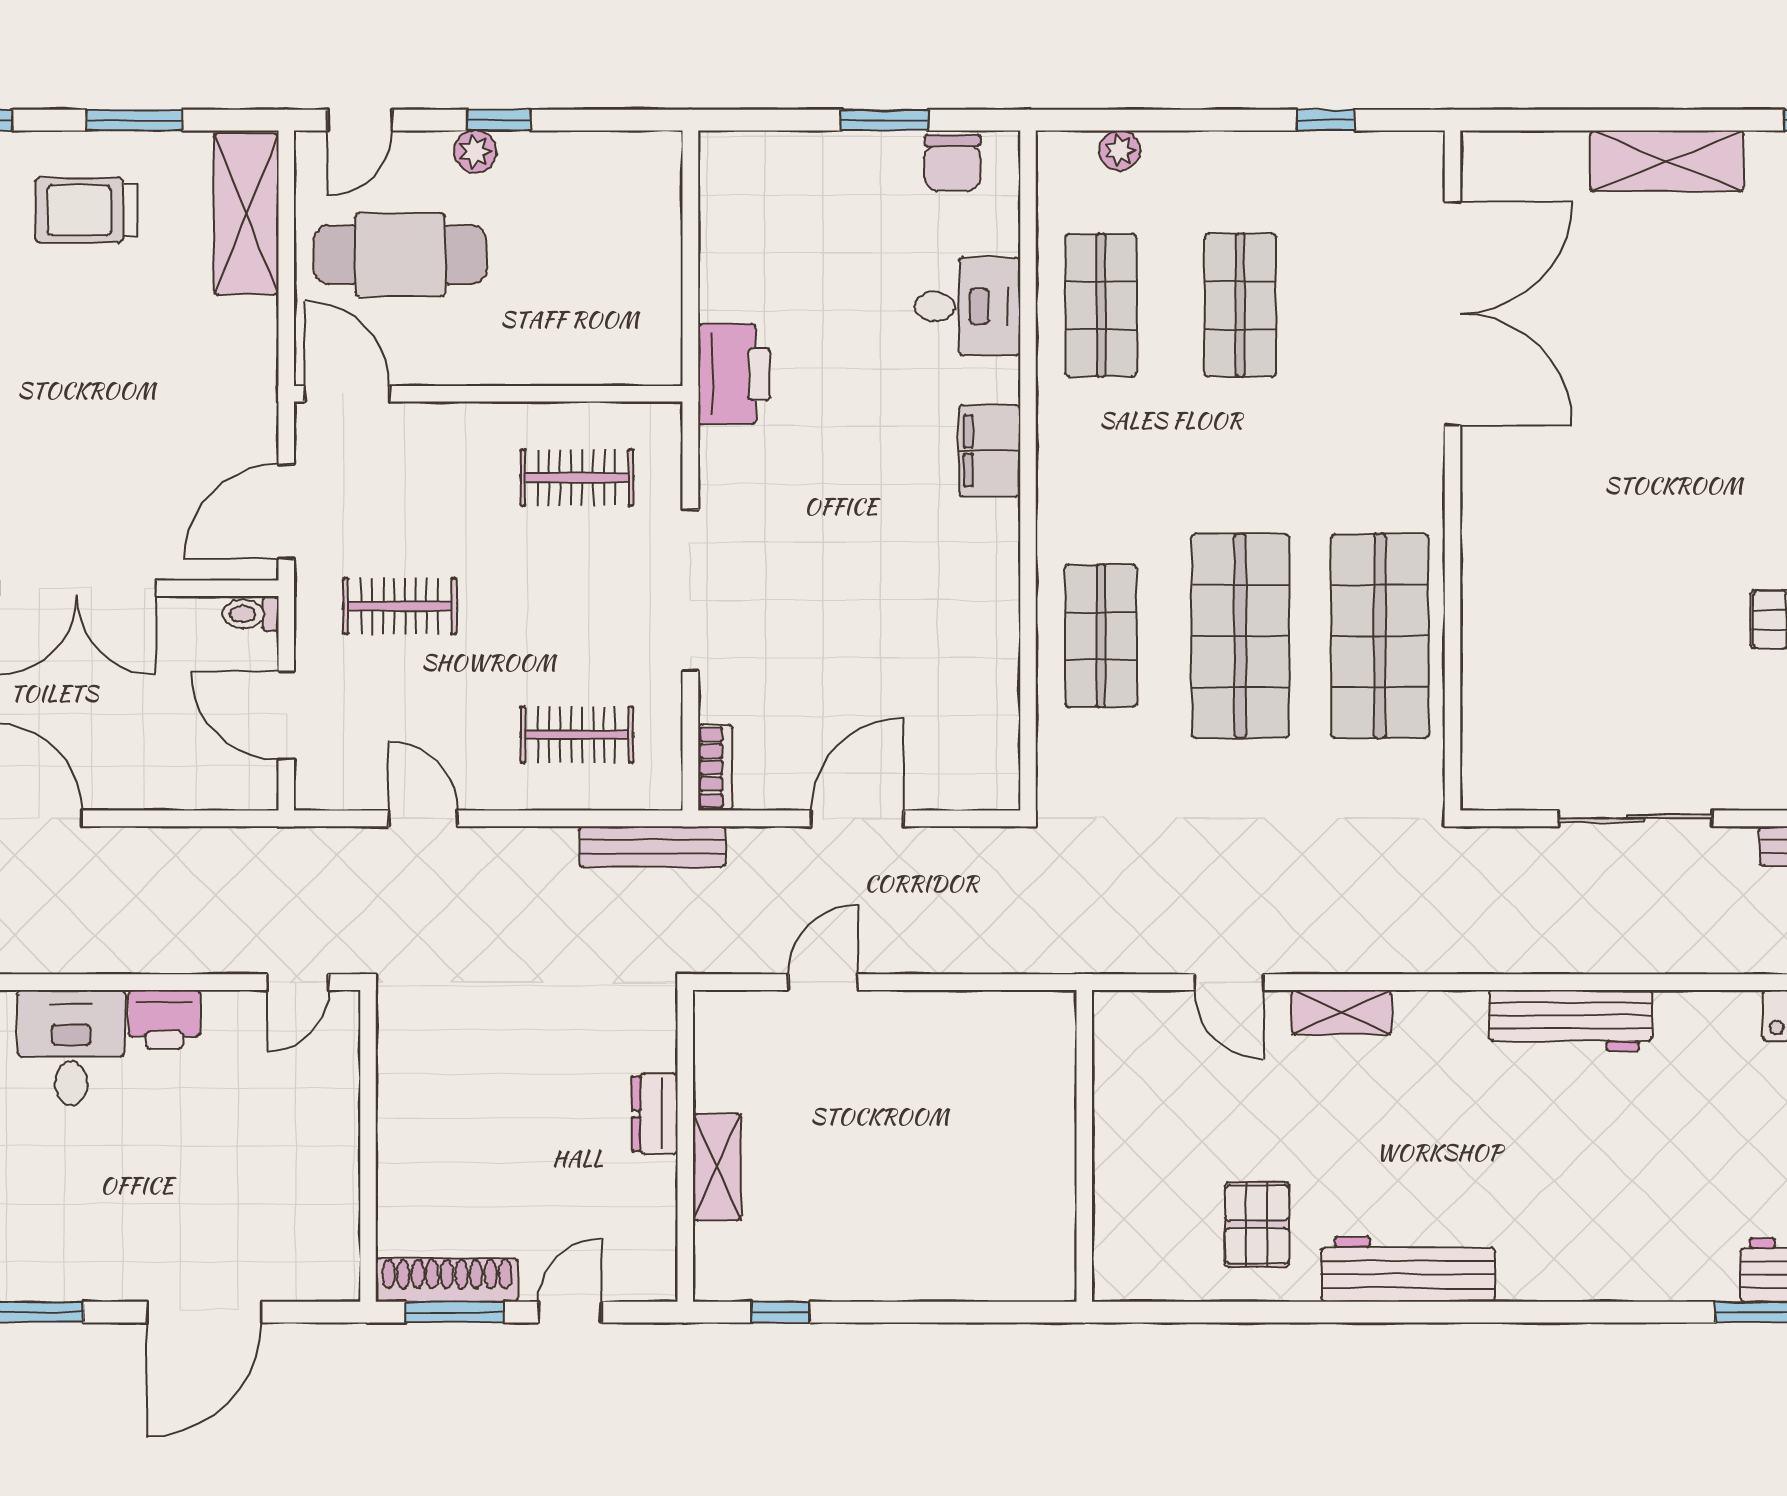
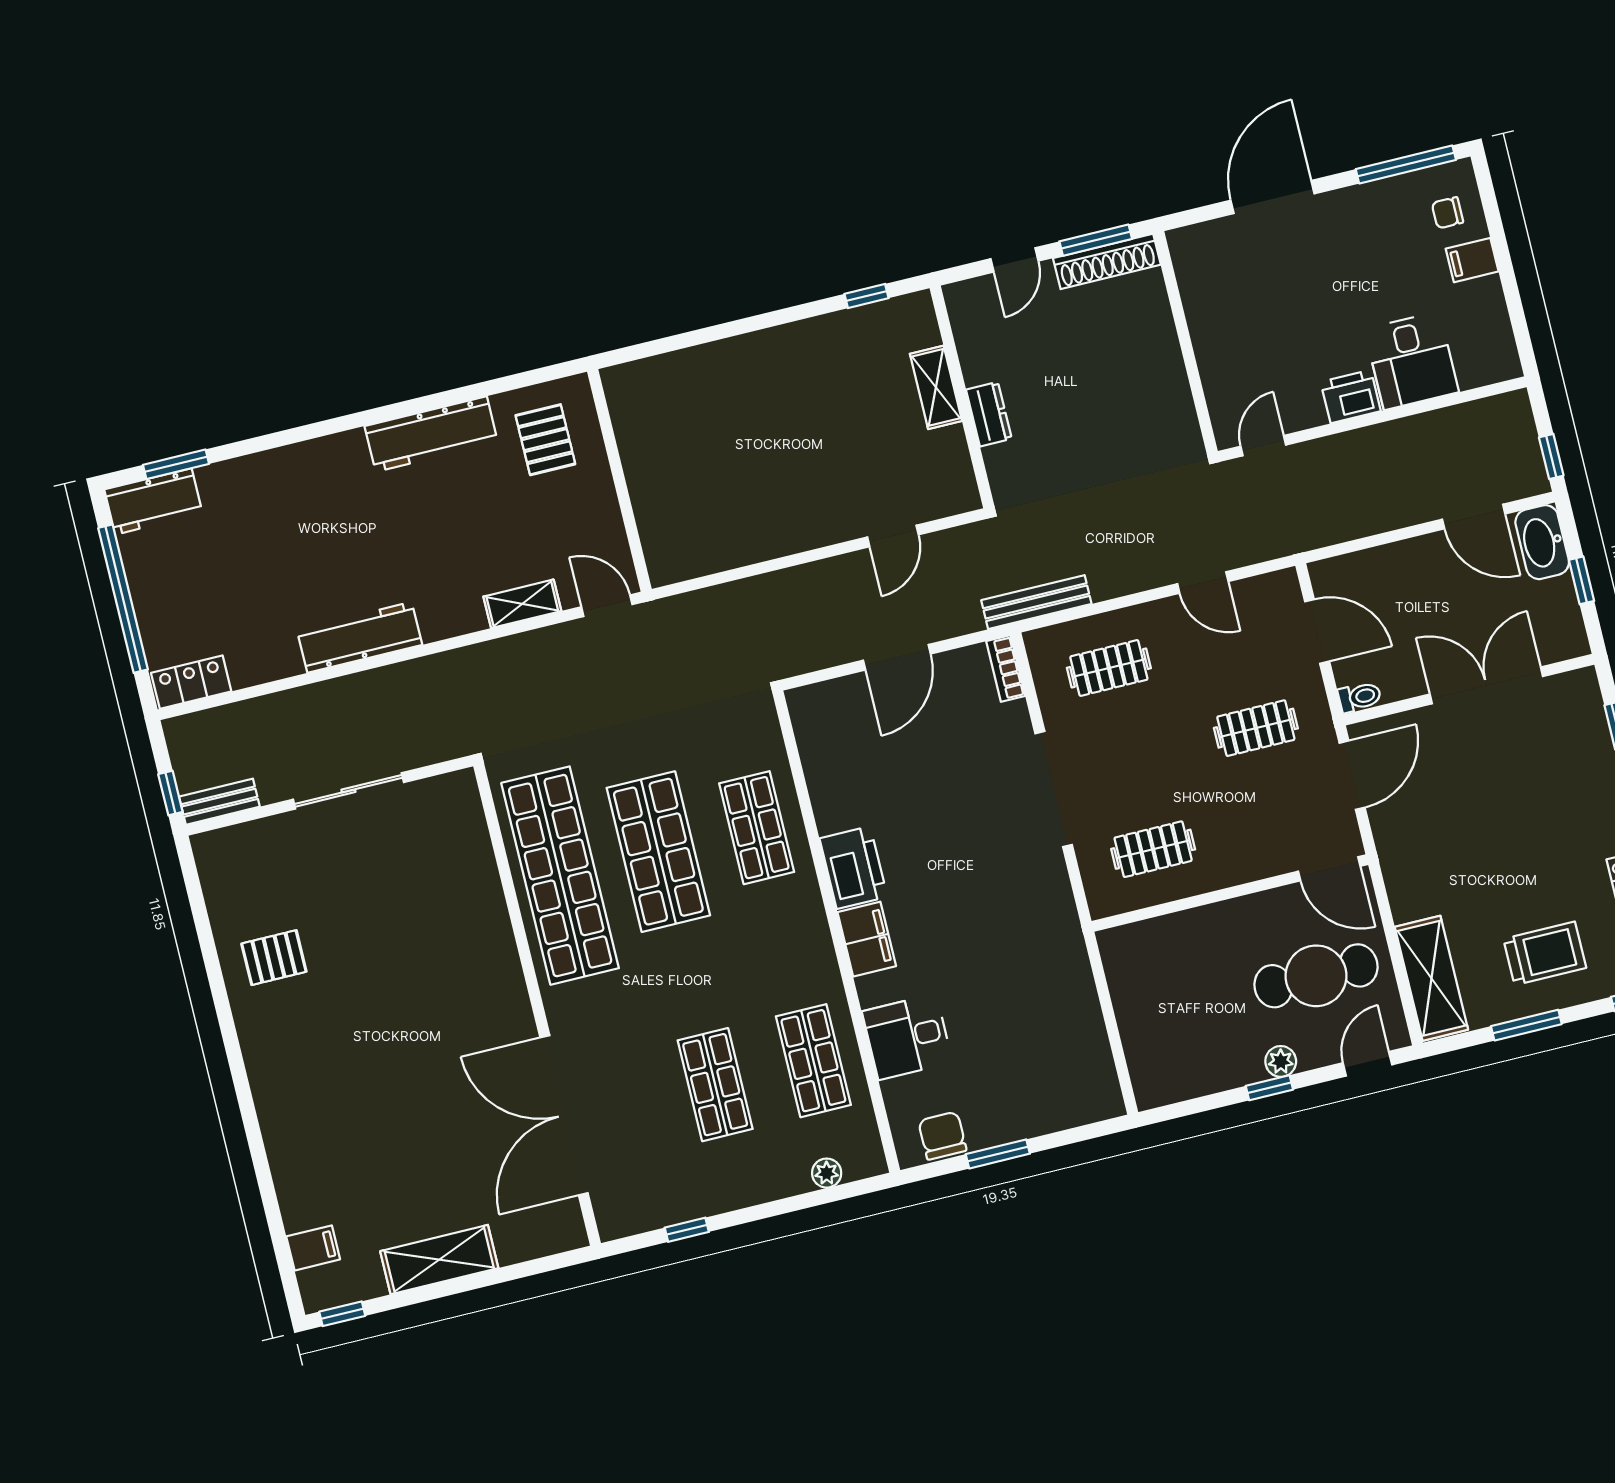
printer: (734, 374) -> (853, 868), moved, turned 180
shop shelf: (1380, 636) -> (560, 876), width x1.40
wall: (1084, 1146) -> (619, 480), moved

